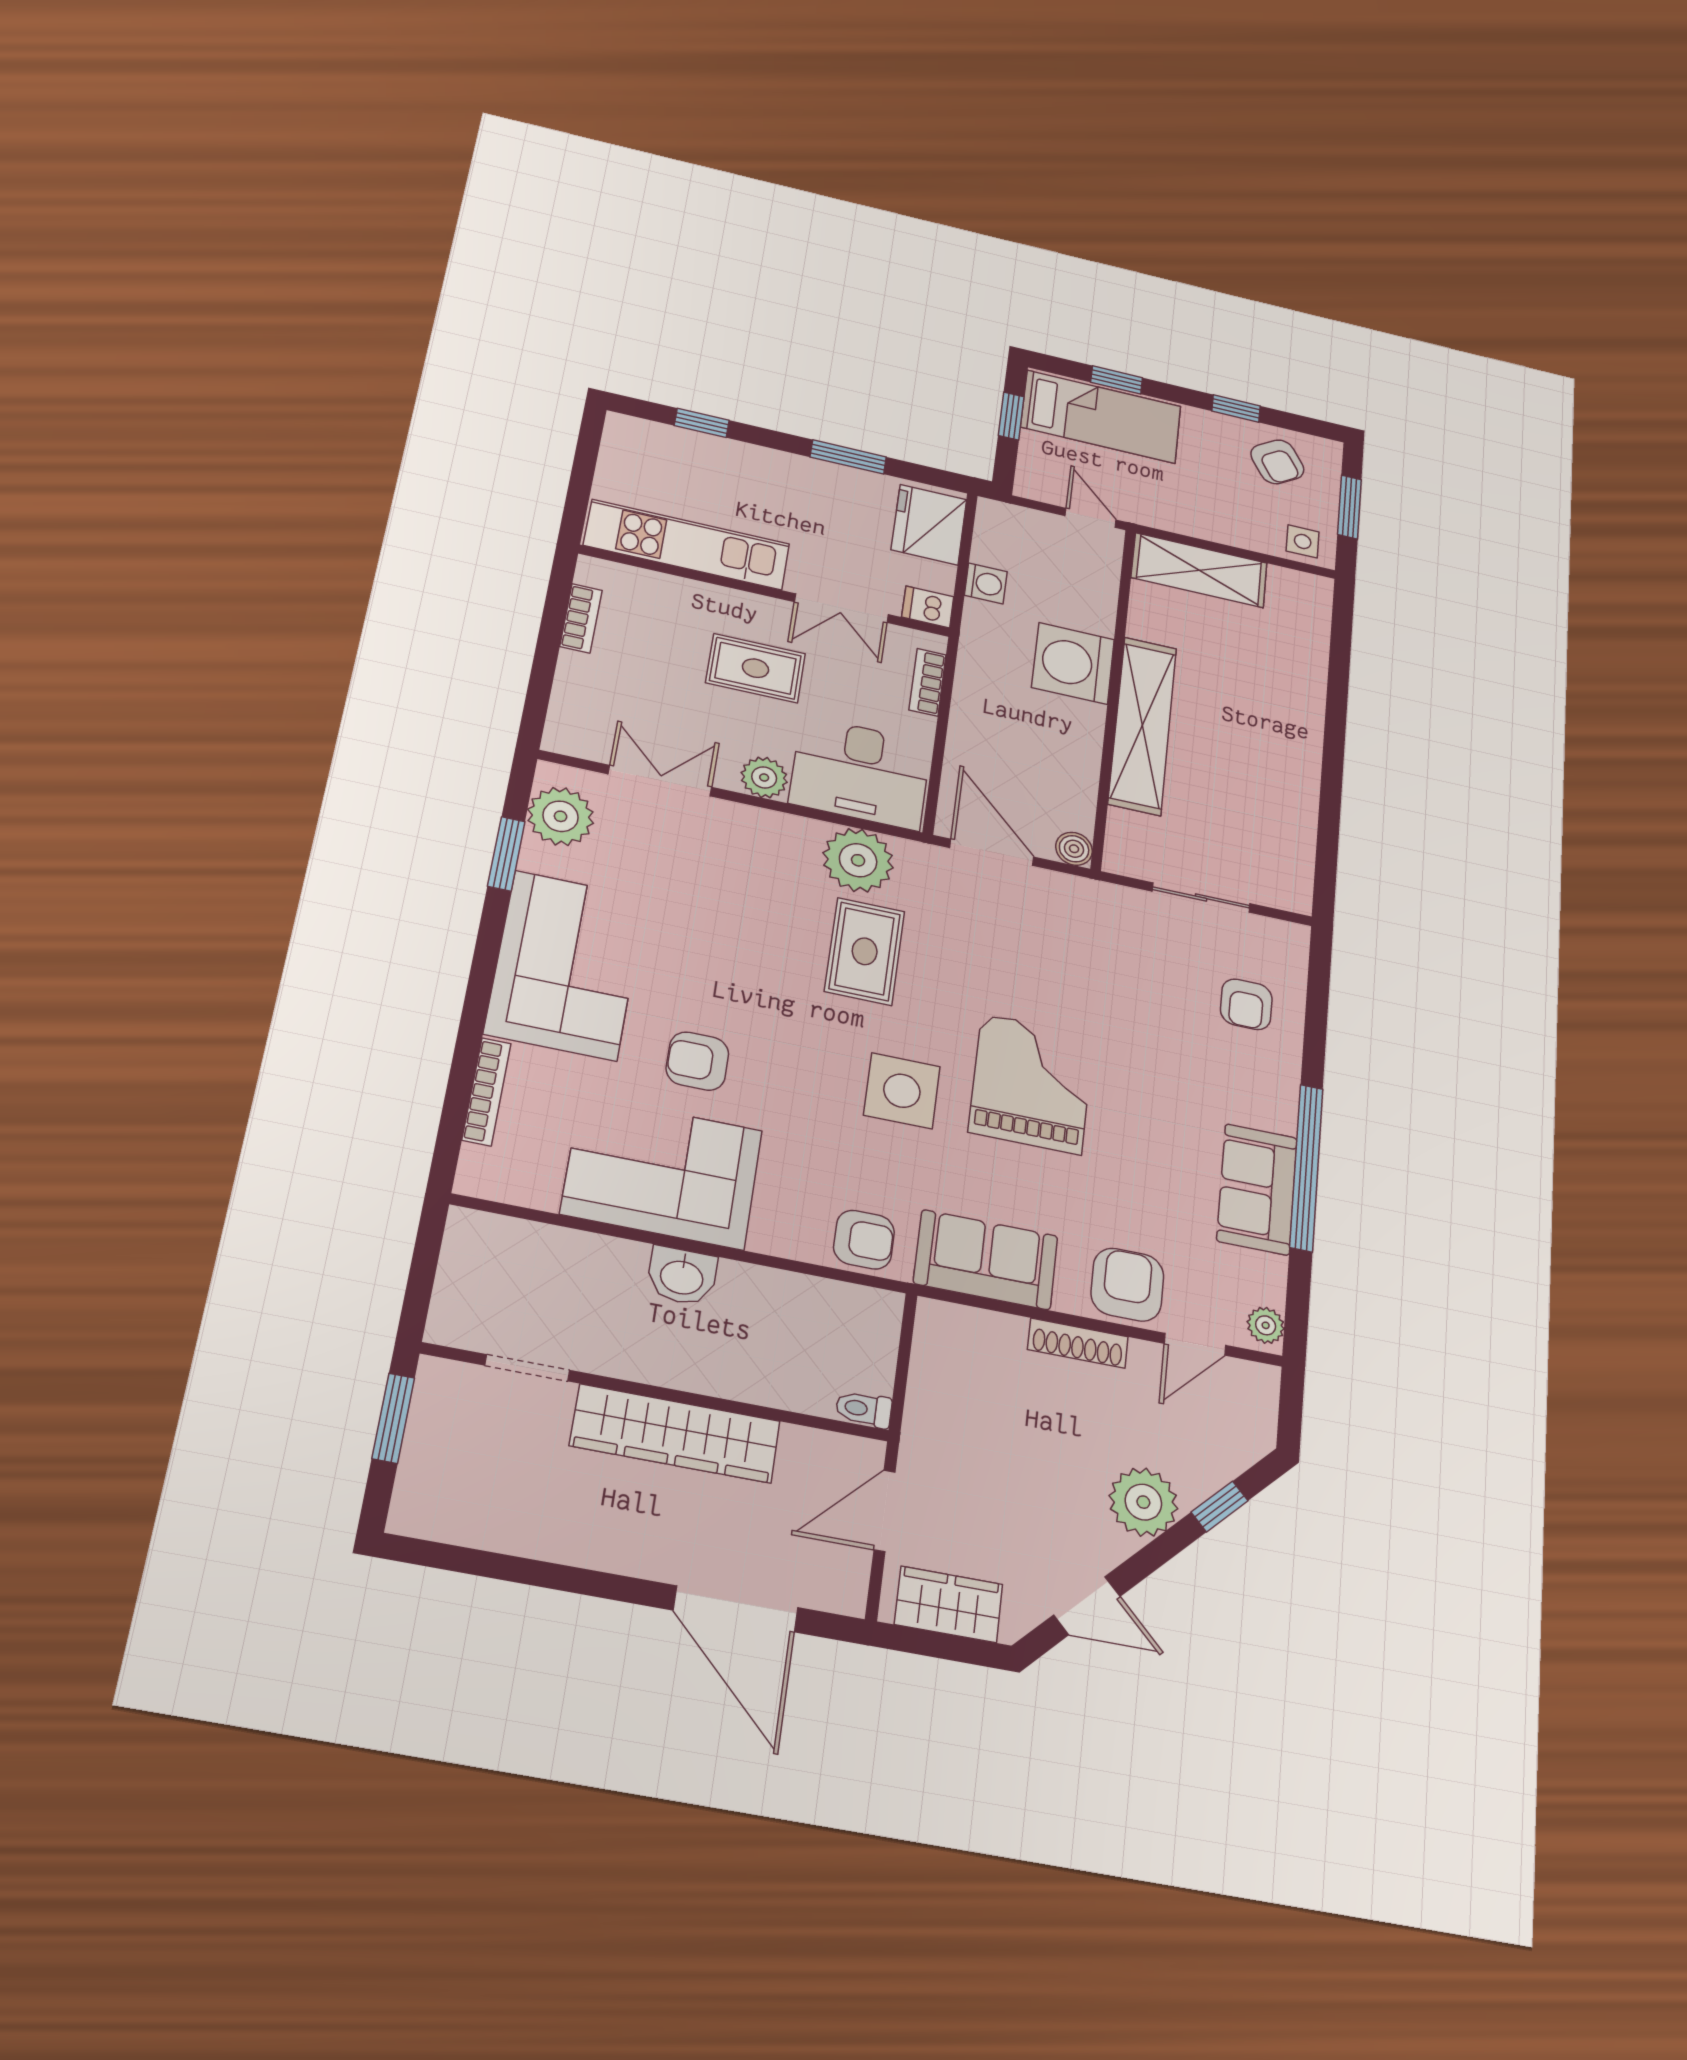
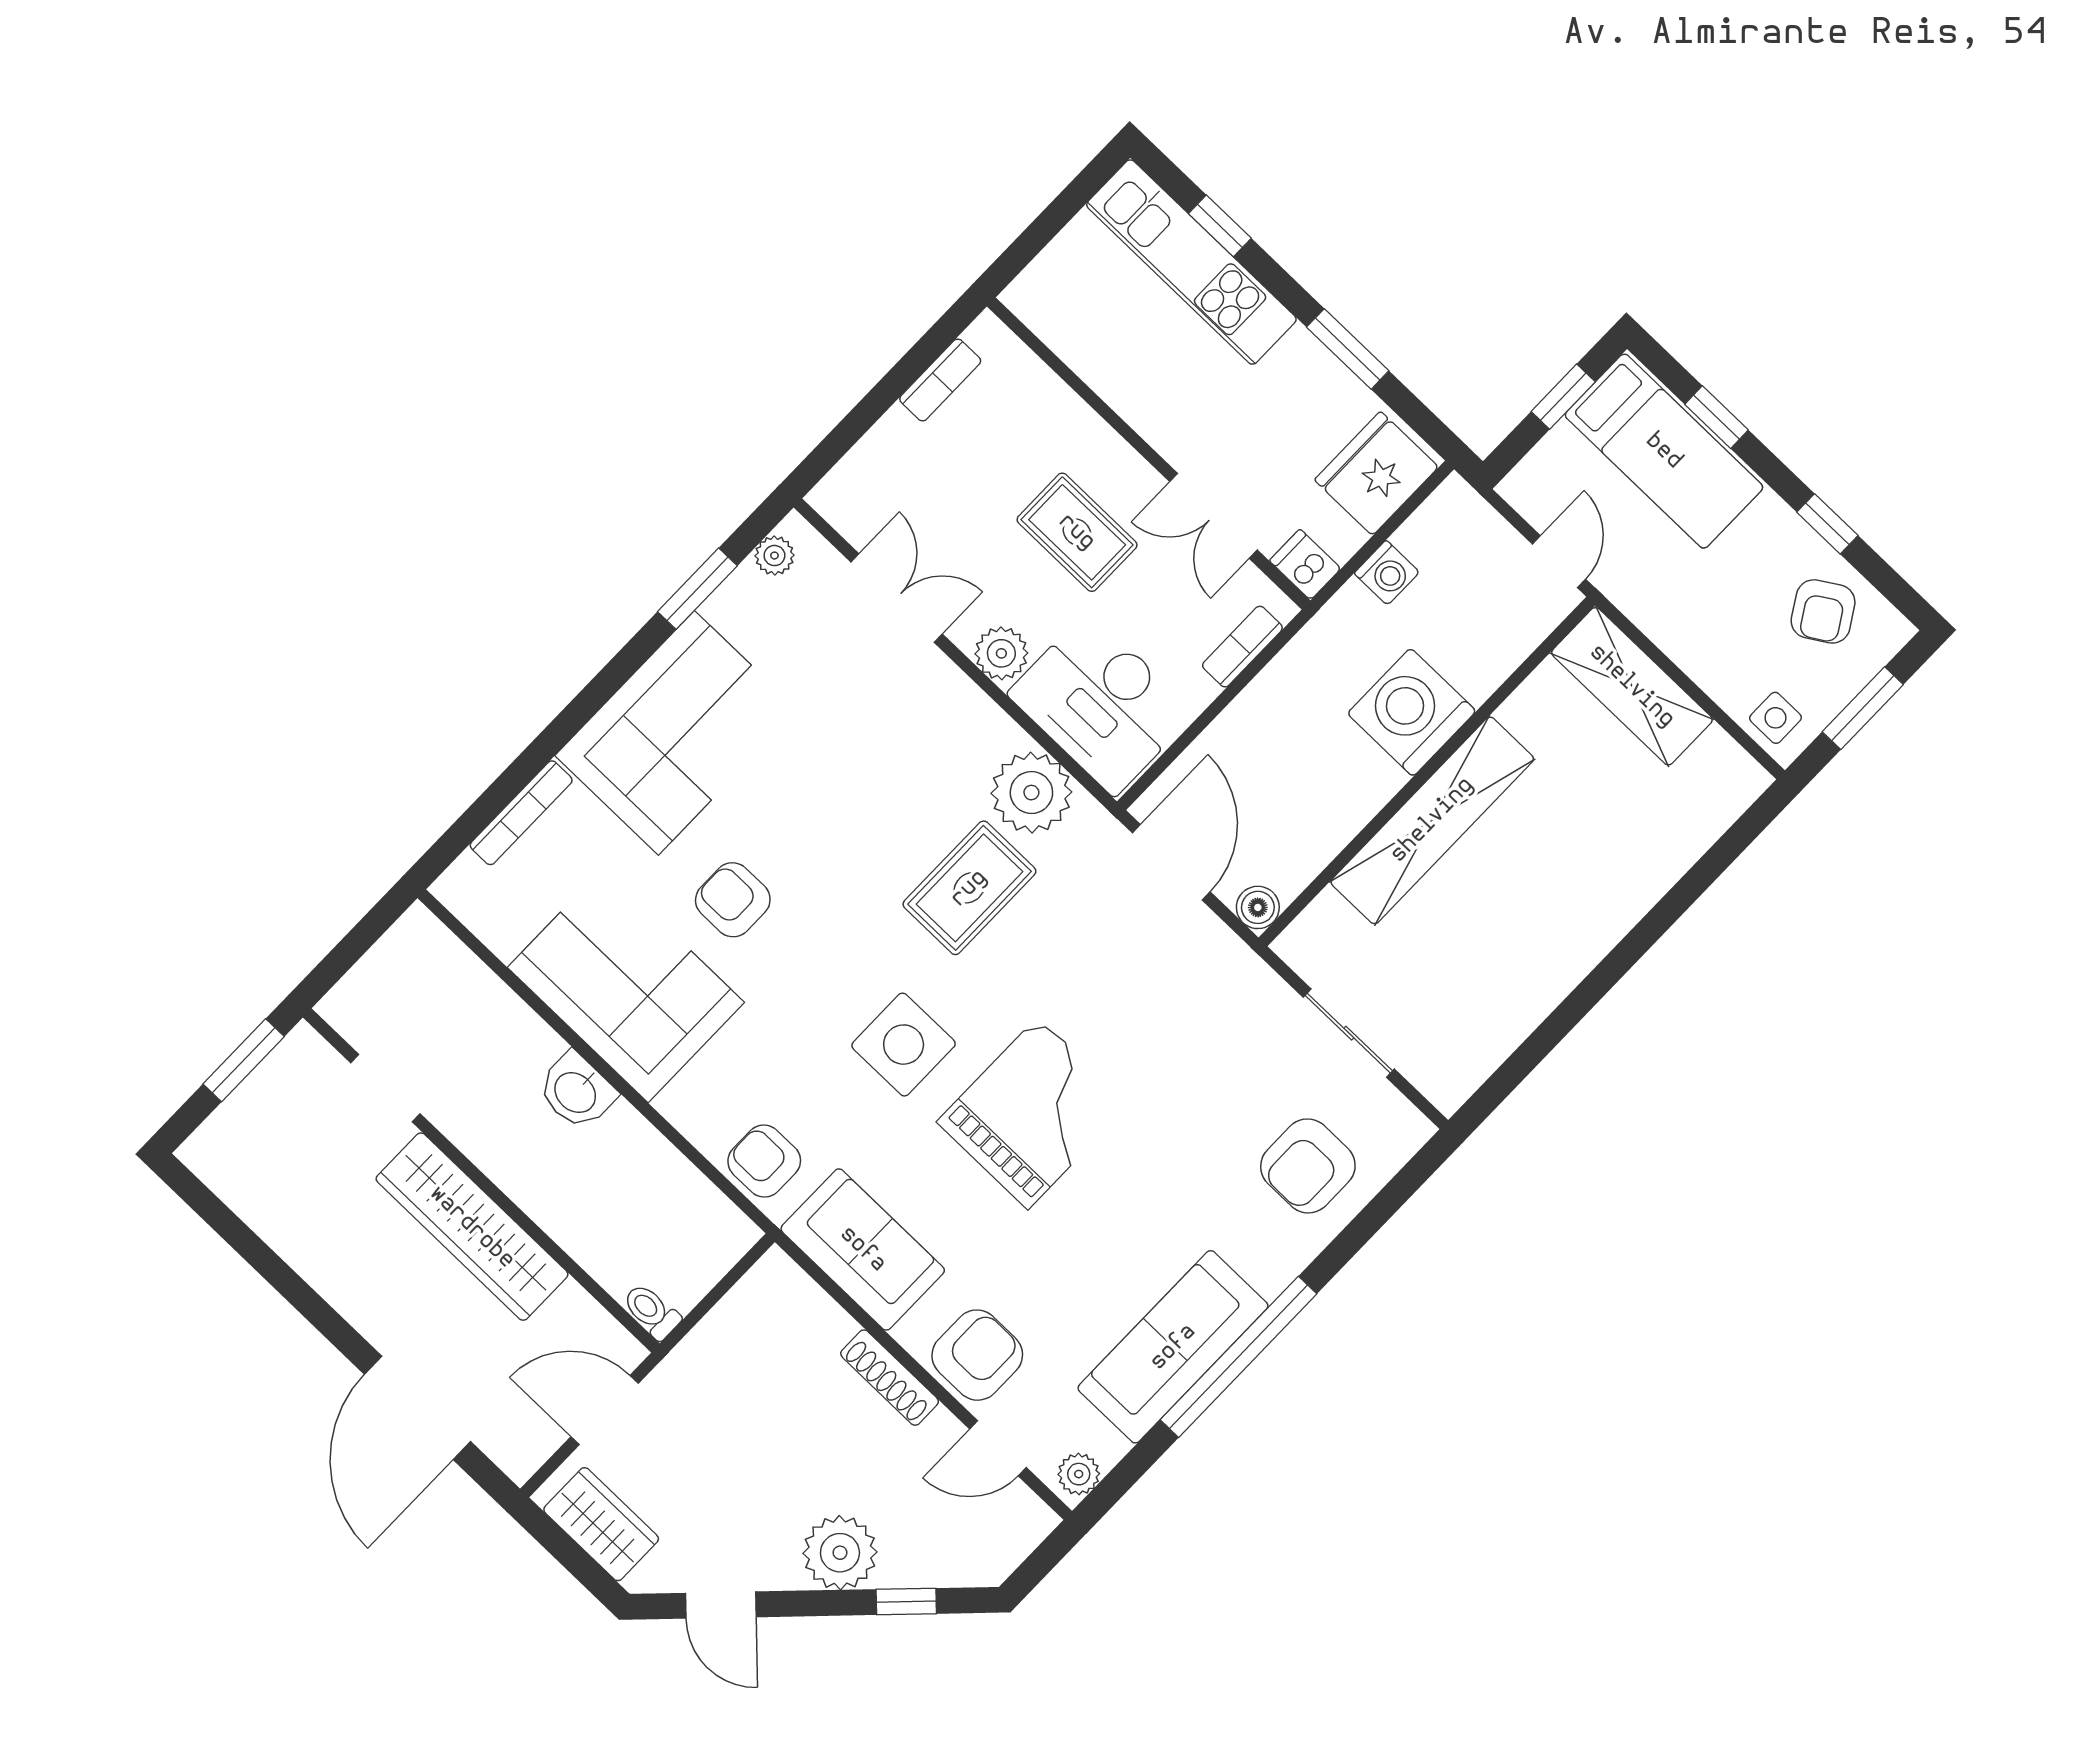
kitchen unit: (687, 545) -> (1191, 262), moved, turned 180
plant: (561, 816) -> (774, 556), width x0.53, depth x0.53
armchair: (1246, 1004) -> (1308, 1166), width x1.38, depth x1.38
sofa: (1257, 1189) -> (1173, 1347), width x1.36
armchair: (864, 1240) -> (764, 1161), turned 180

